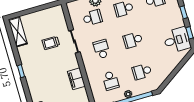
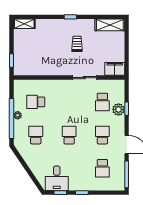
trolley: (51, 43) -> (77, 44), moved
school desk: (102, 49) -> (69, 102), removed
filing cabinet: (76, 79) -> (115, 69), moved

